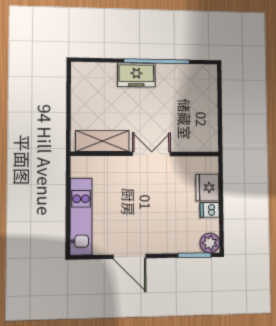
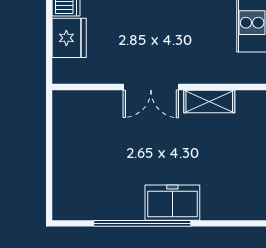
shelving: (102, 141) -> (209, 101), width x0.67, depth x0.75

